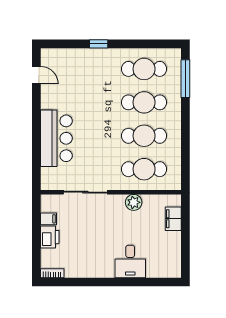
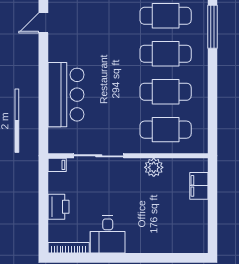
door: (36, 75) -> (43, 23), swing flipped
filing cabinet: (49, 219) -> (57, 165), moved
desk: (130, 261) -> (108, 234), moved
bookcase: (52, 273) -> (69, 248), width x1.56

